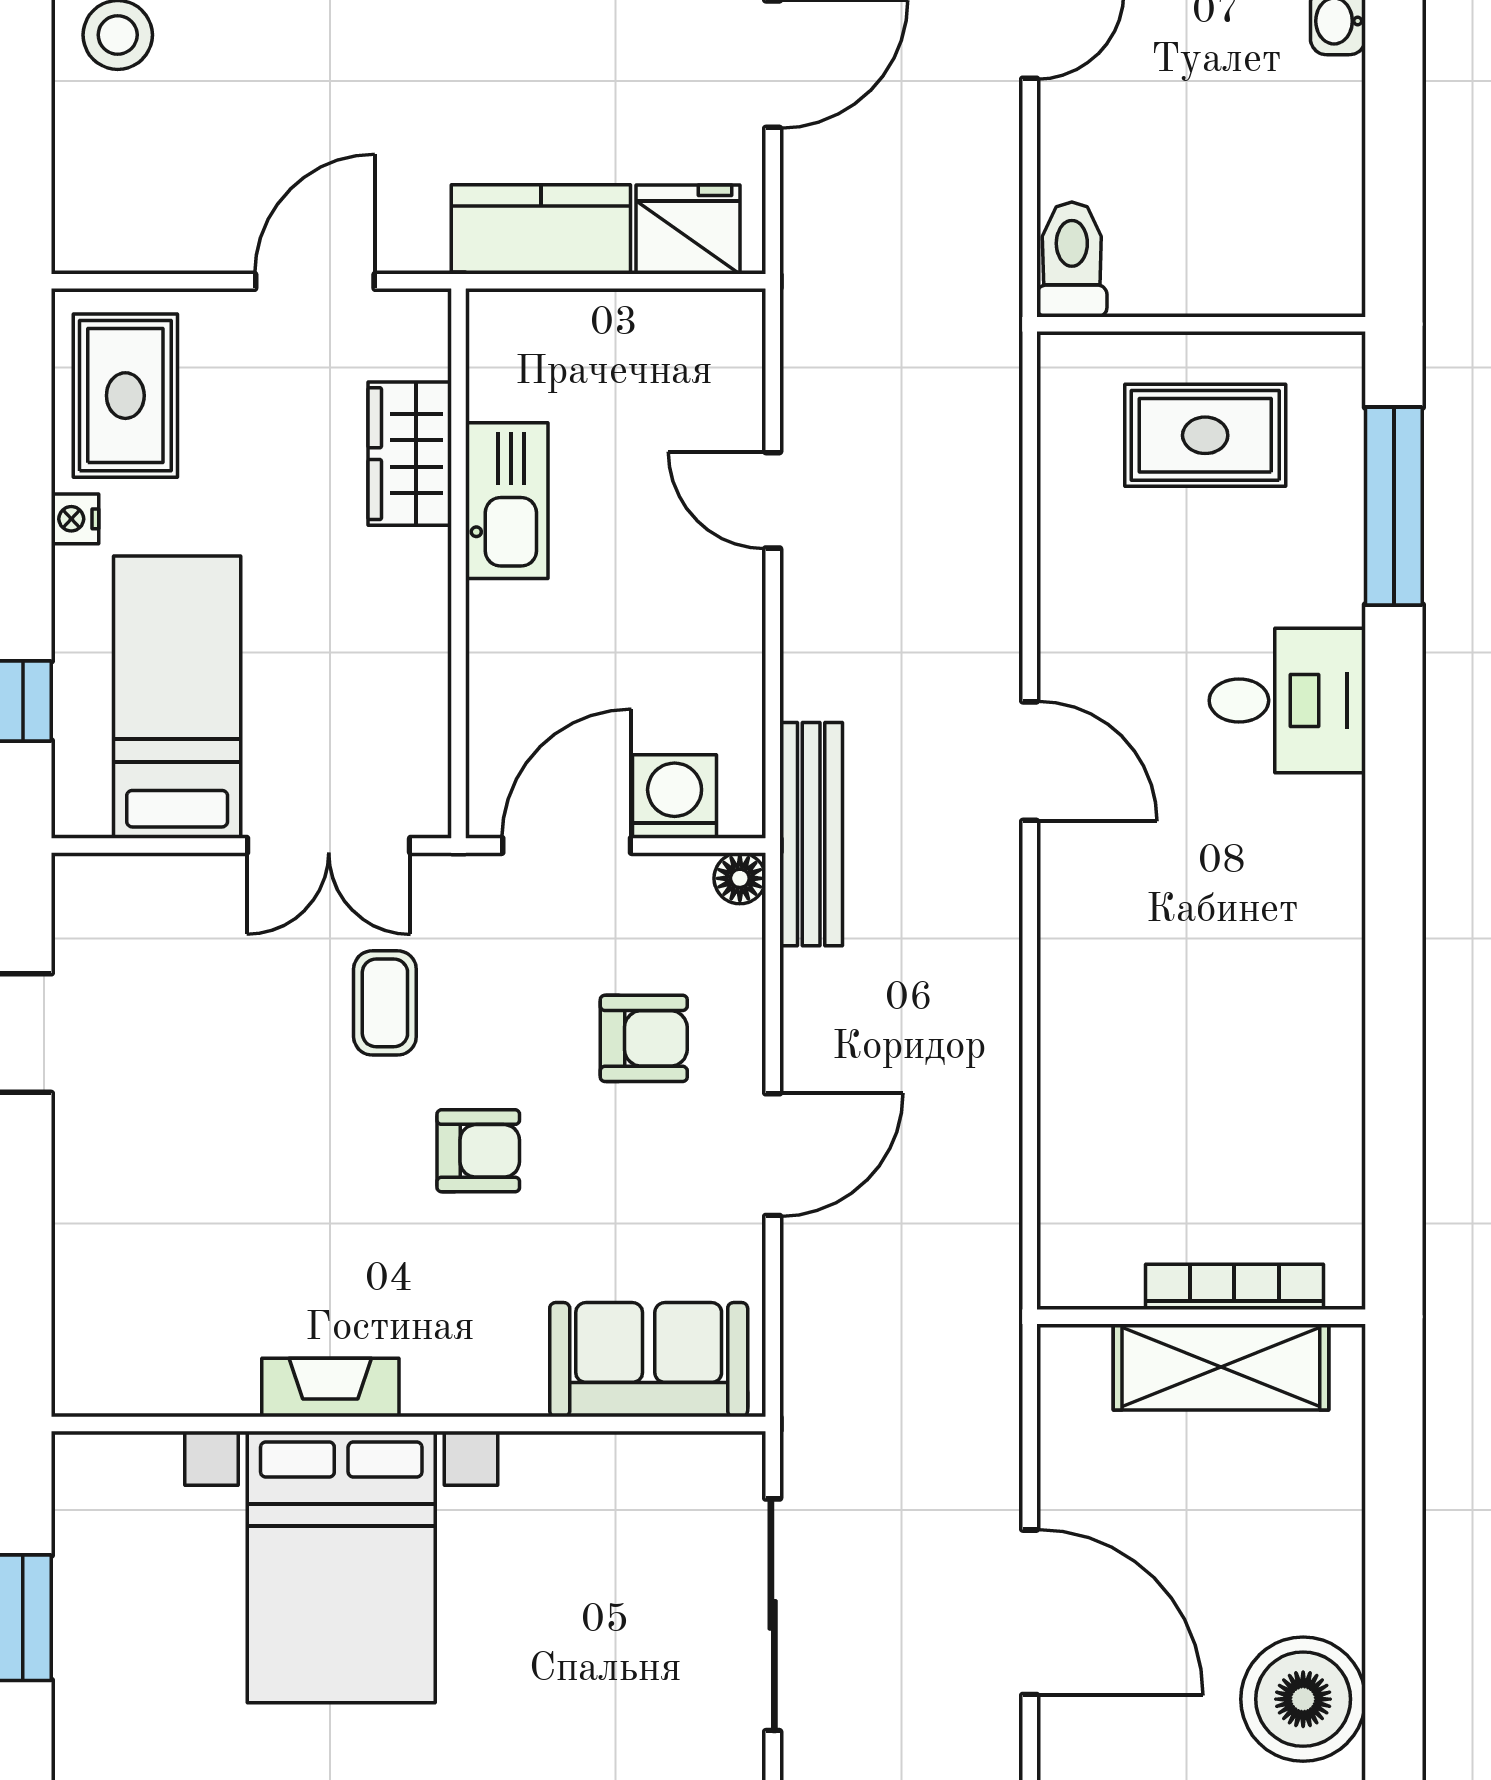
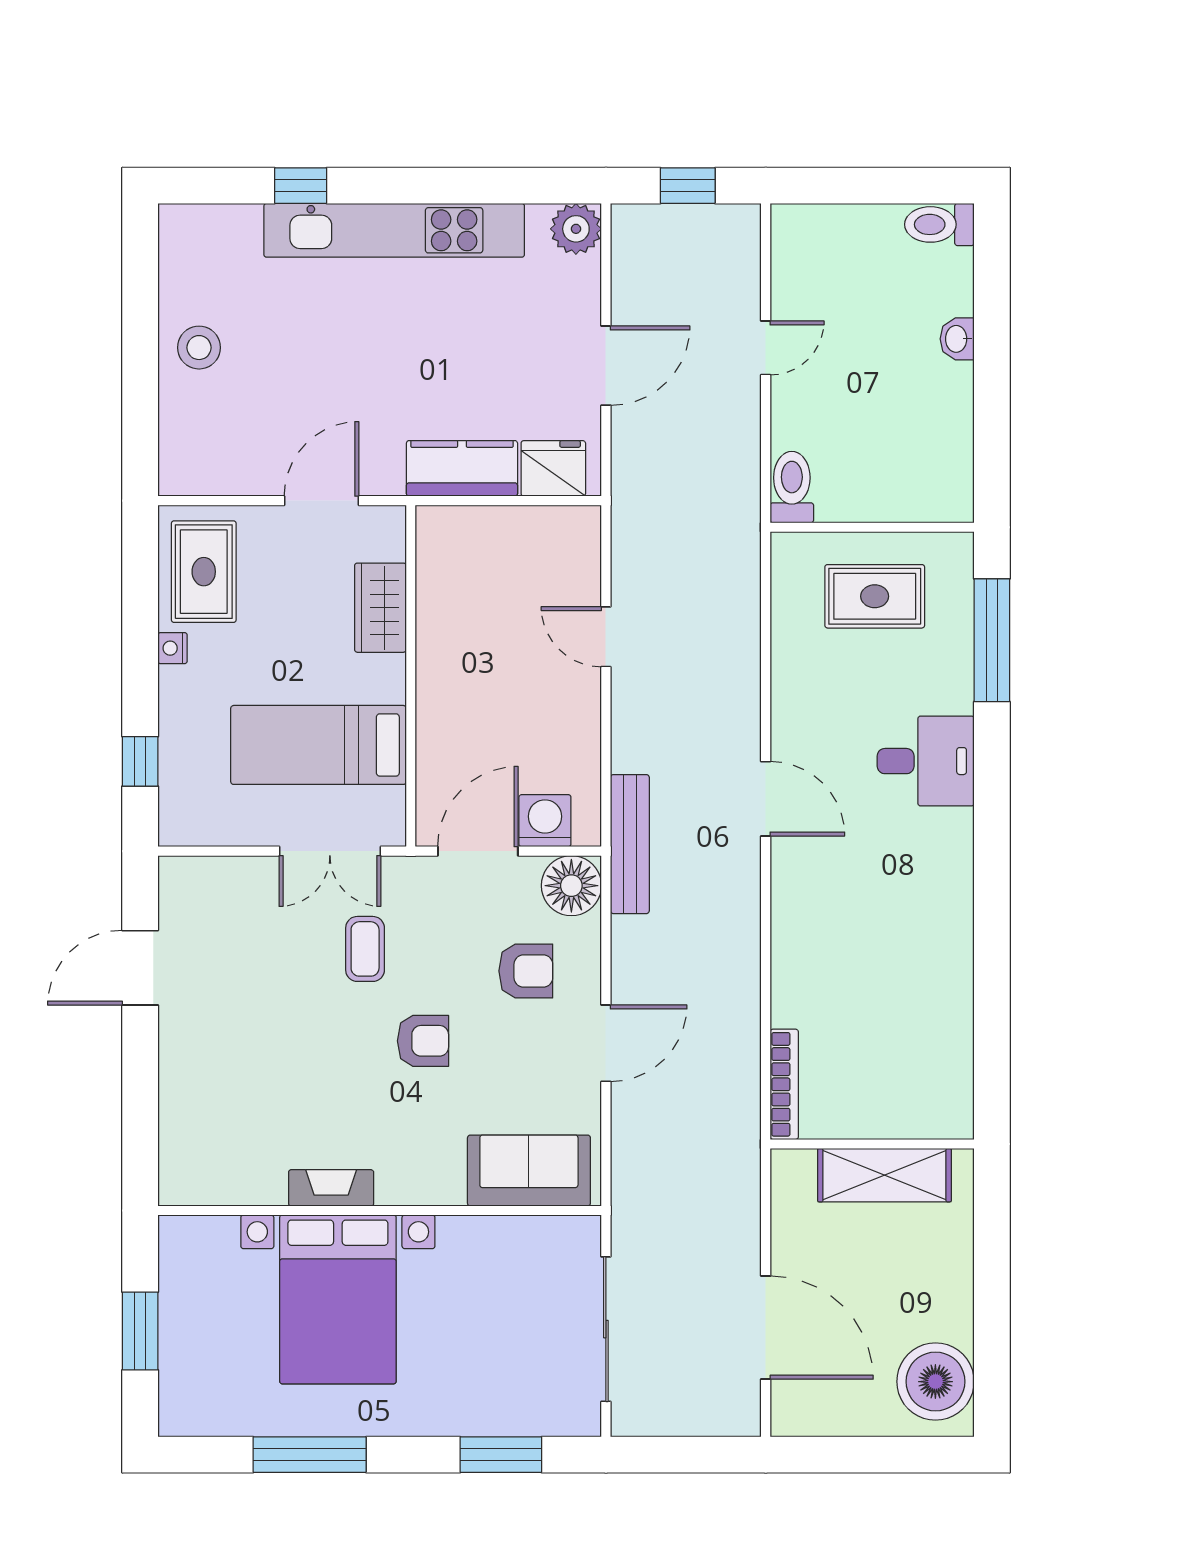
kitchen sink: (507, 501) -> (441, 637), removed
bed: (177, 697) -> (319, 745), moved, turned -90
floor lamp: (740, 878) -> (571, 886), width x1.89, depth x1.89
bookcase: (1234, 1287) -> (784, 1084), moved, turned 90

